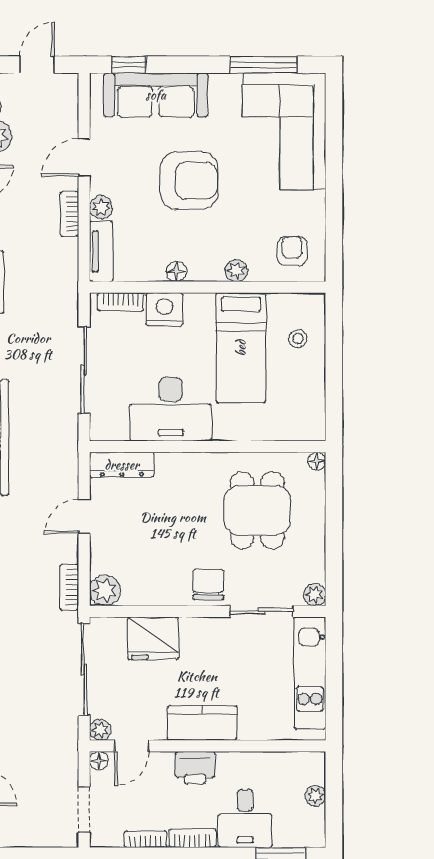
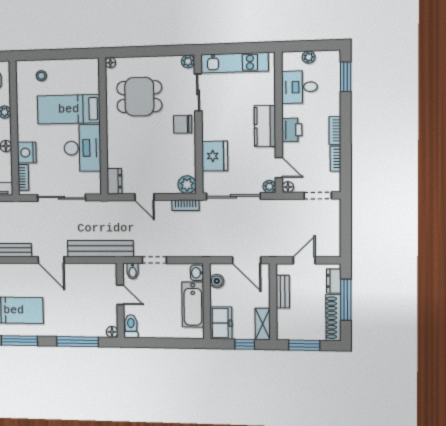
bed: (241, 348) -> (69, 109), moved, turned 180
dresser: (122, 465) -> (114, 181), width x0.70
desk: (245, 818) -> (299, 87), moved, turned 180

